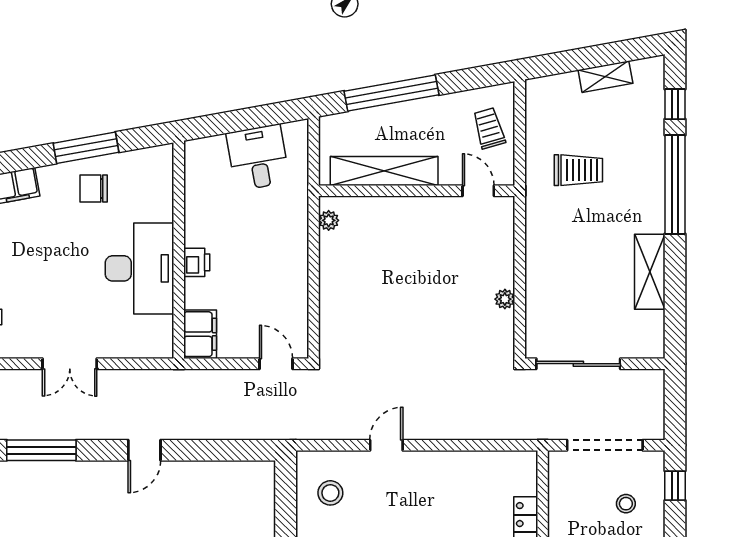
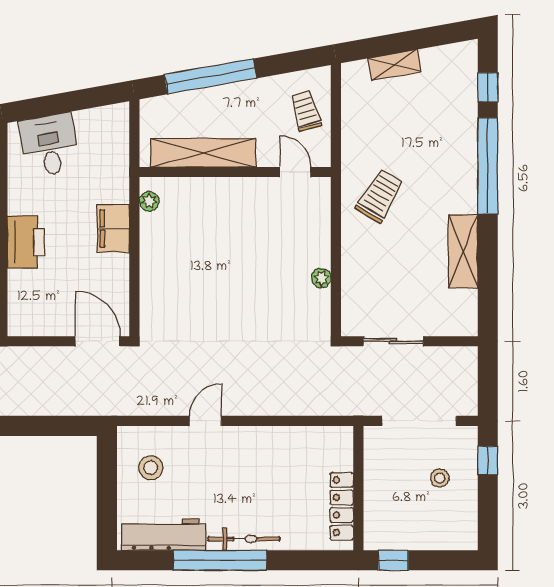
shelving: (605, 77) -> (394, 65), moved
desk: (258, 157) -> (49, 145), moved
trolley: (578, 170) -> (380, 196), moved, turned -59
printer: (197, 262) -> (26, 242), width x1.87, depth x1.48
filing cabinet: (200, 334) -> (113, 228), moved, turned 180
door: (276, 364) -> (98, 341), width x1.38
sliding door: (578, 364) -> (393, 341), width x0.73

